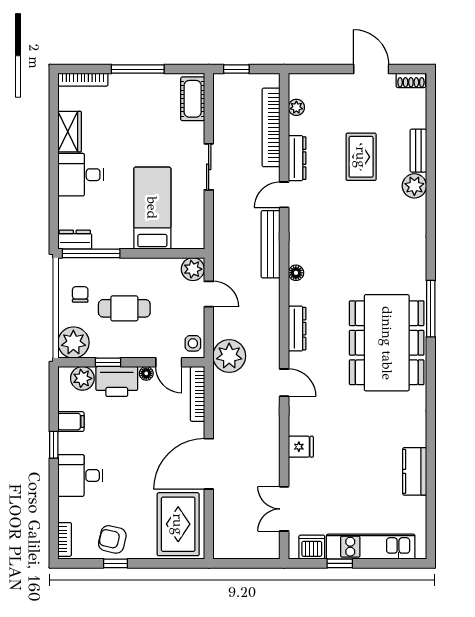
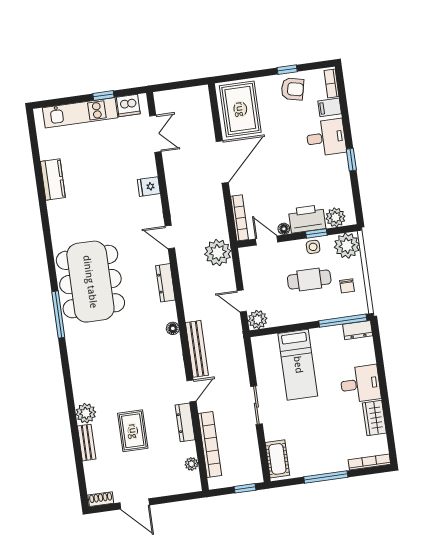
side table: (193, 343) -> (313, 247), moved
filing cabinet: (71, 422) -> (330, 107), moved

